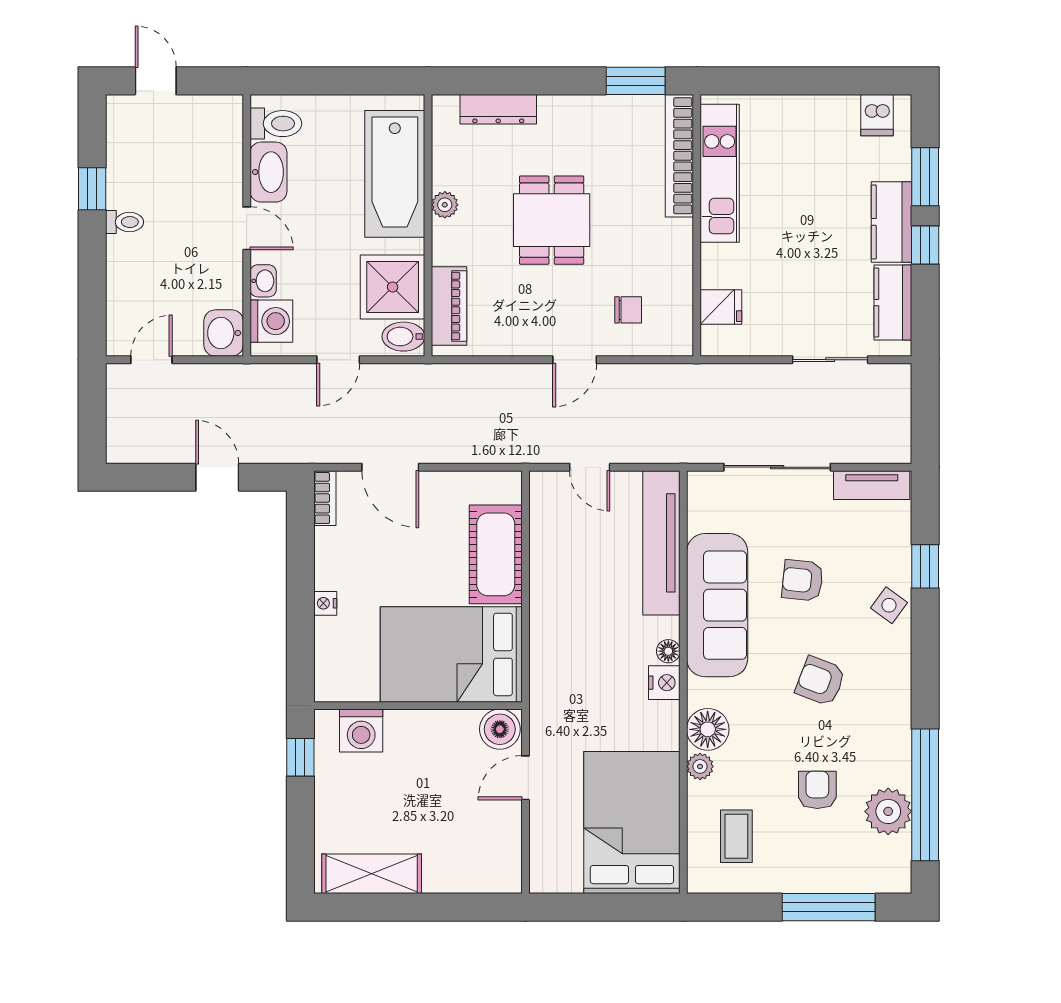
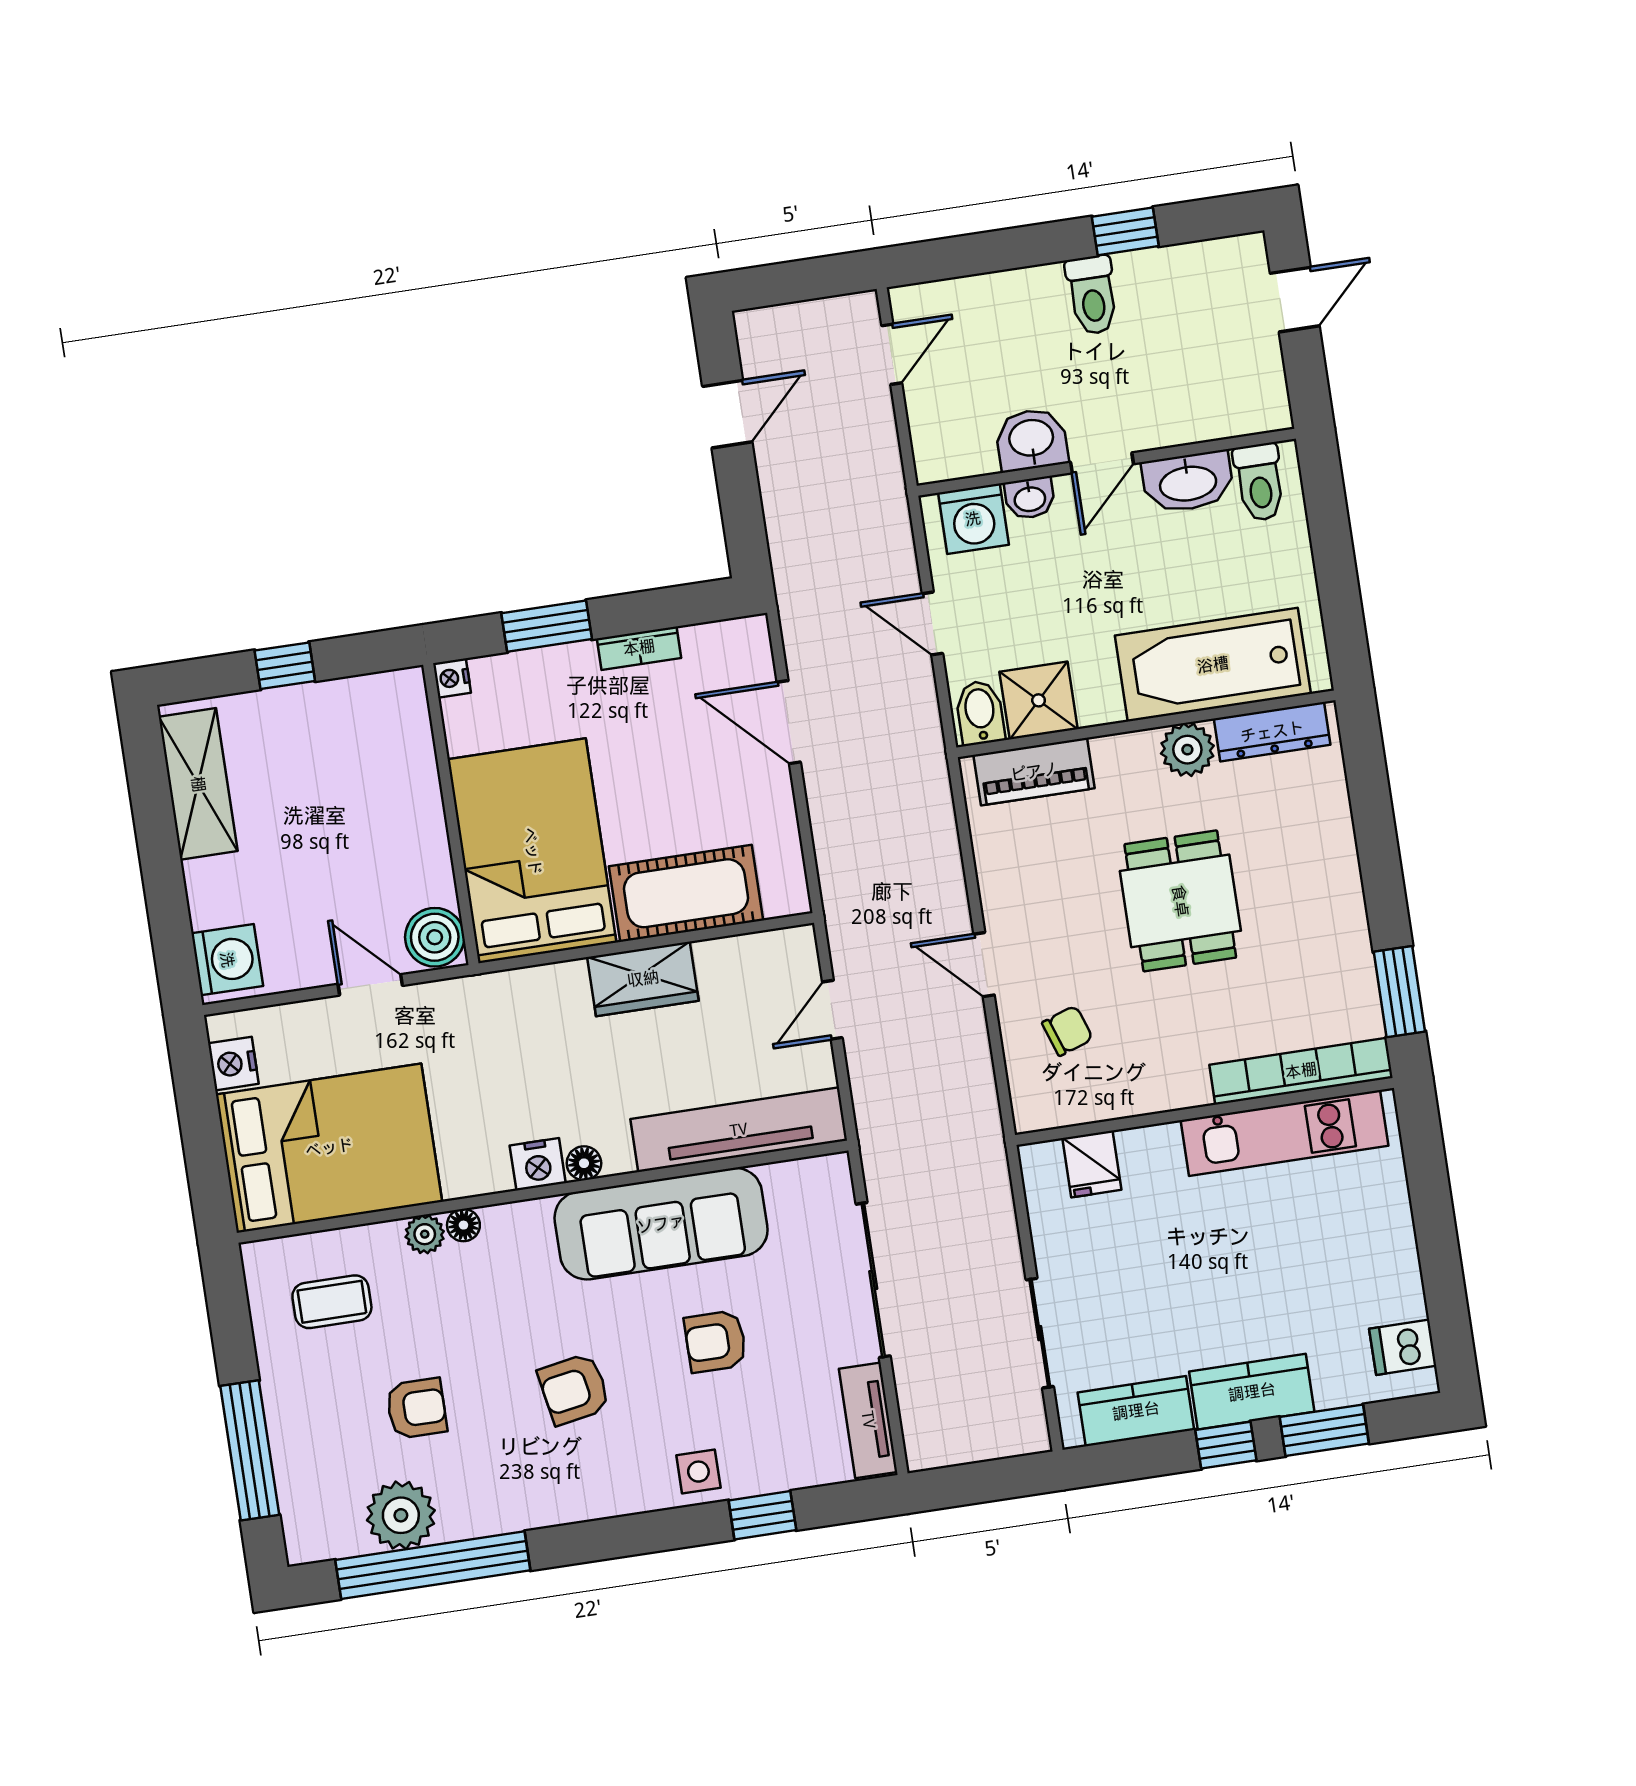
dresser: (498, 109) -> (1272, 732), moved, turned -90
plant: (445, 205) -> (1187, 750), width x1.38, depth x1.38
dining table: (552, 220) -> (1180, 901), turned 90
toilet: (125, 222) -> (1092, 295), width x1.37, depth x1.39
shower: (393, 287) -> (1039, 700), width x0.73, depth x0.73
chair: (628, 310) -> (1067, 1031), turned -109
washbasin: (224, 333) -> (1031, 440), moved
door: (151, 360) -> (892, 354), hinge flipped
door: (390, 467) -> (789, 722), hinge flipped
door: (217, 477) -> (727, 414), moved
bookcase: (325, 498) -> (639, 648), moved
armchair: (803, 580) -> (715, 1341), turned -96
wardrobe: (549, 592) -> (643, 979), added
nightstand: (325, 603) -> (452, 678), moved, turned -90
side table: (889, 605) -> (698, 1472), turned -36
window: (300, 621) -> (547, 626), added
armchair: (820, 681) -> (574, 1389), turned -121
floor lamp: (708, 729) -> (463, 1225), width x0.53, depth x0.53
washing machine: (361, 731) -> (227, 960), moved, turned 180
window: (300, 757) -> (285, 666), moved
nightstand: (565, 879) -> (233, 1064), added

